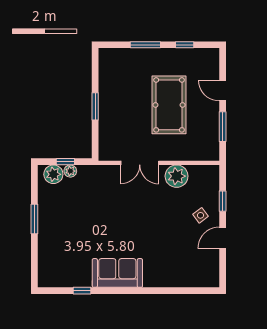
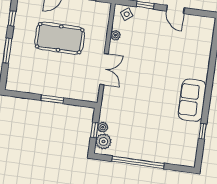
plant: (177, 176) -> (115, 35), width x0.53, depth x0.53
side table: (201, 215) -> (127, 14), moved
window: (34, 219) -> (138, 162), width x2.11

